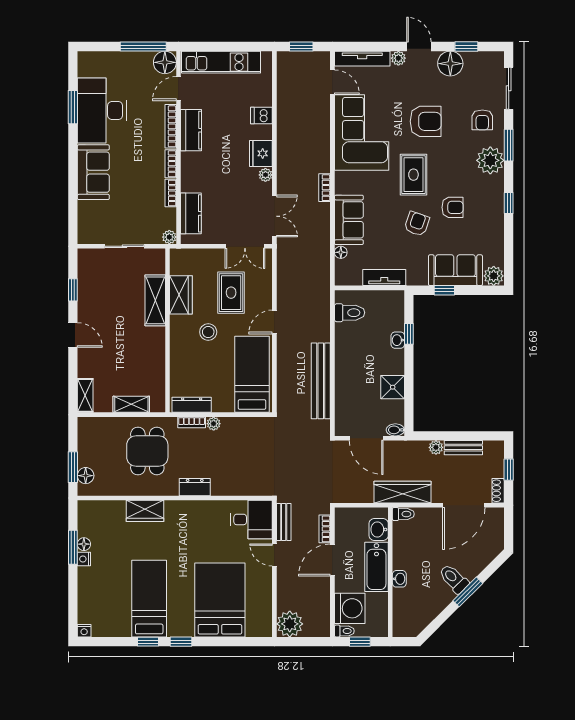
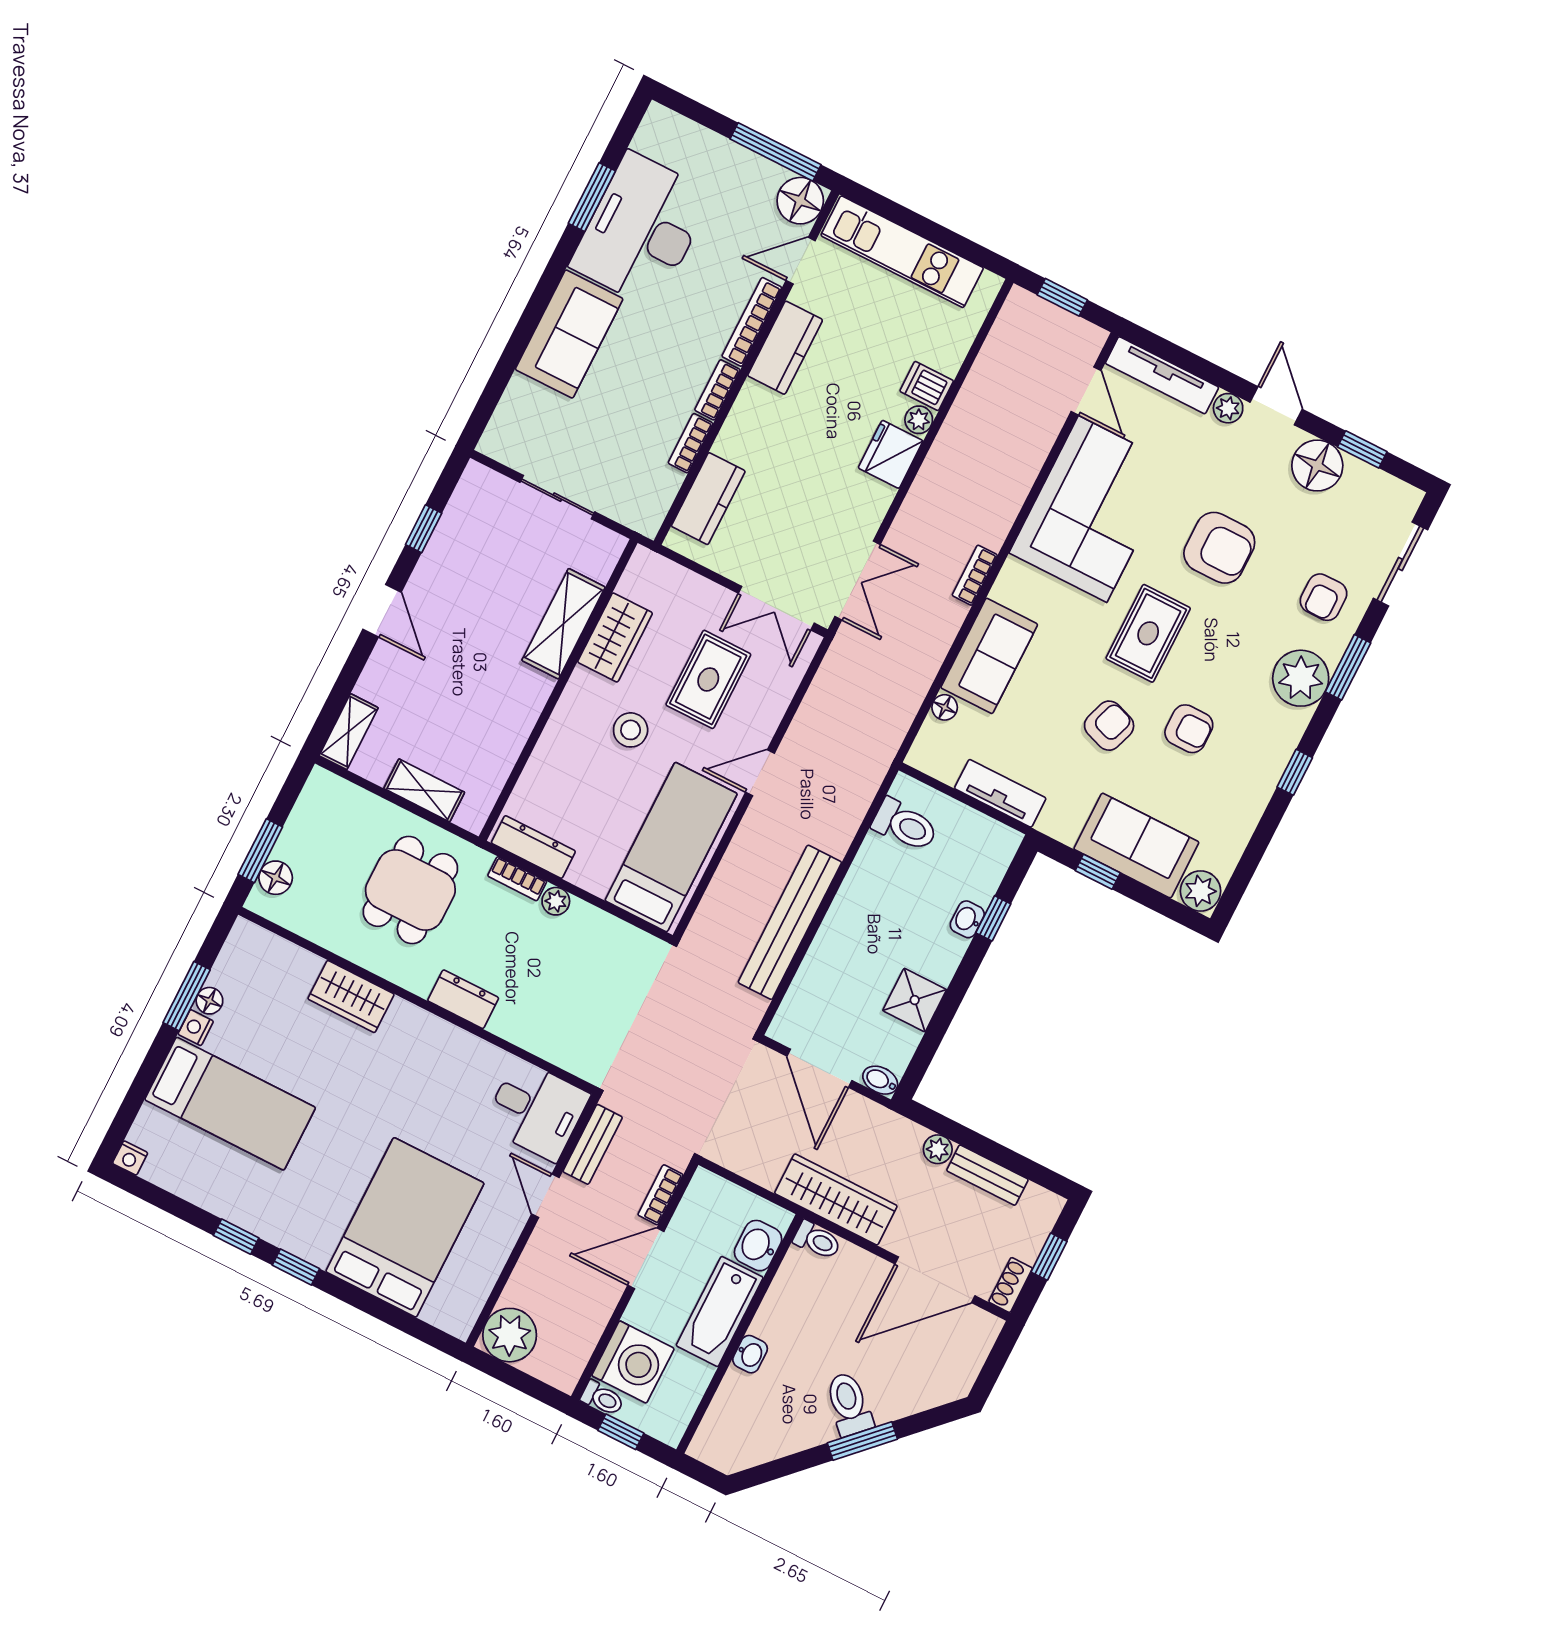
plant: (265, 175) -> (919, 420), moved
plant: (169, 237) -> (647, 522), removed
bed: (149, 599) -> (230, 1104), moved, turned 90

